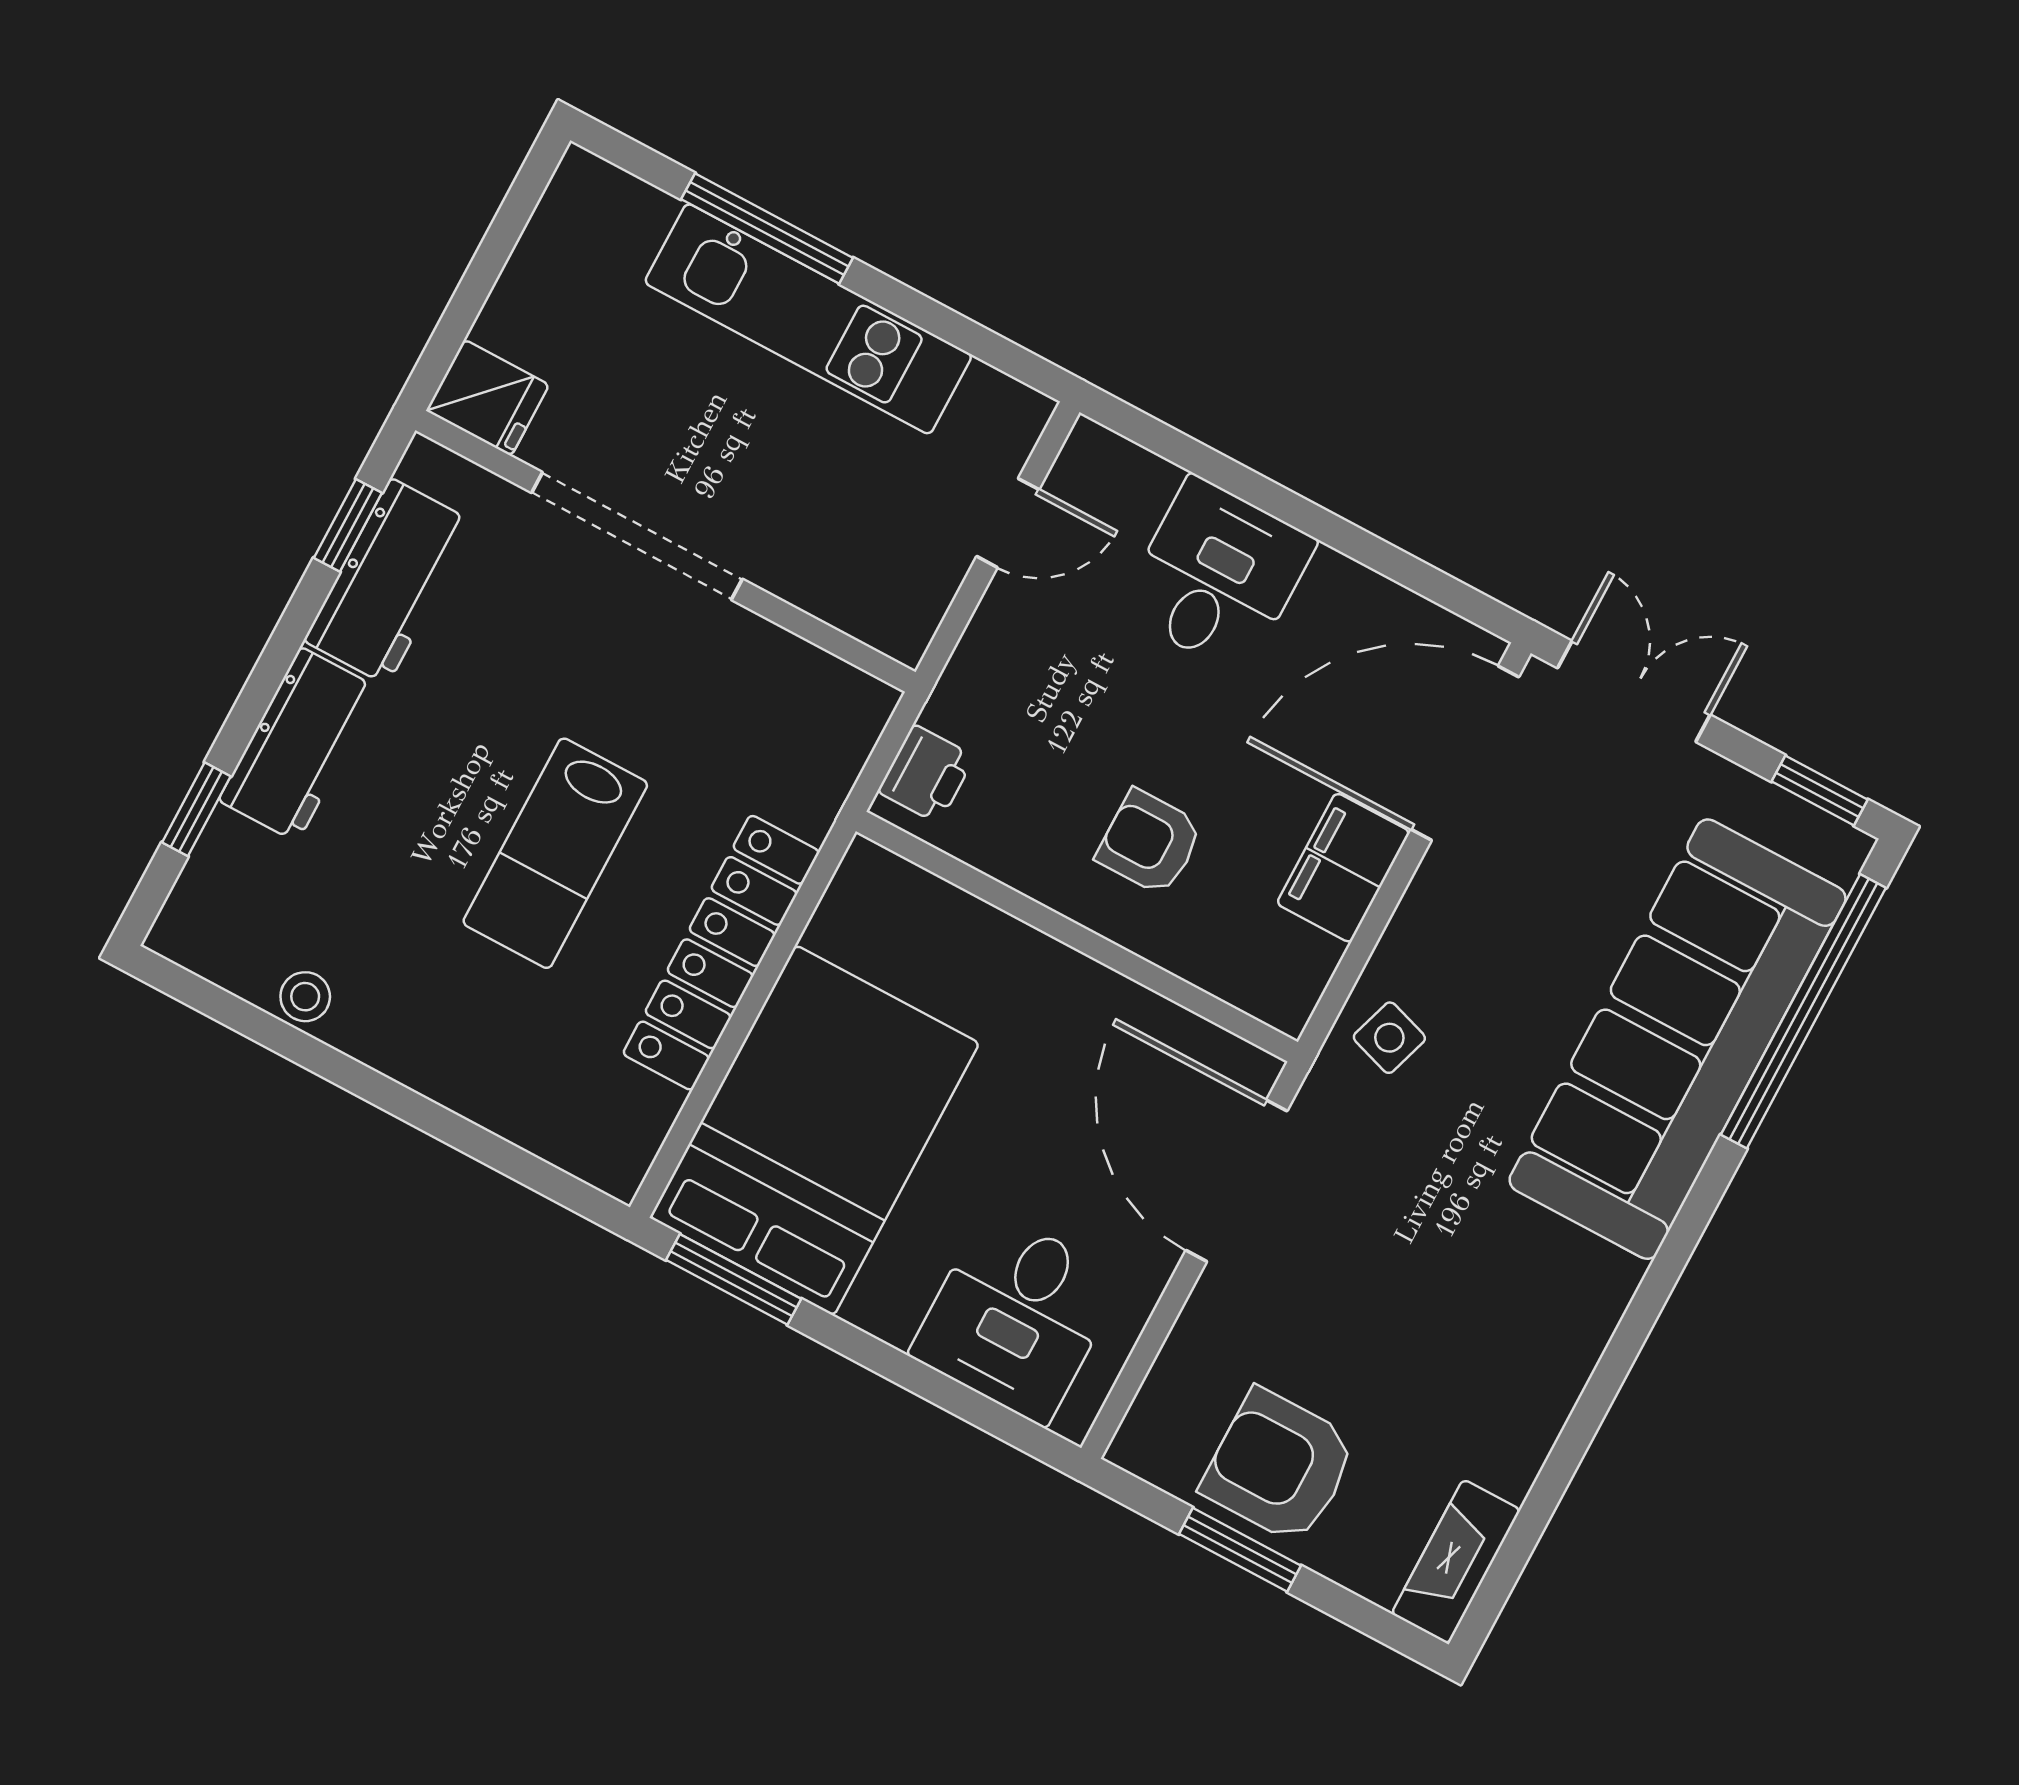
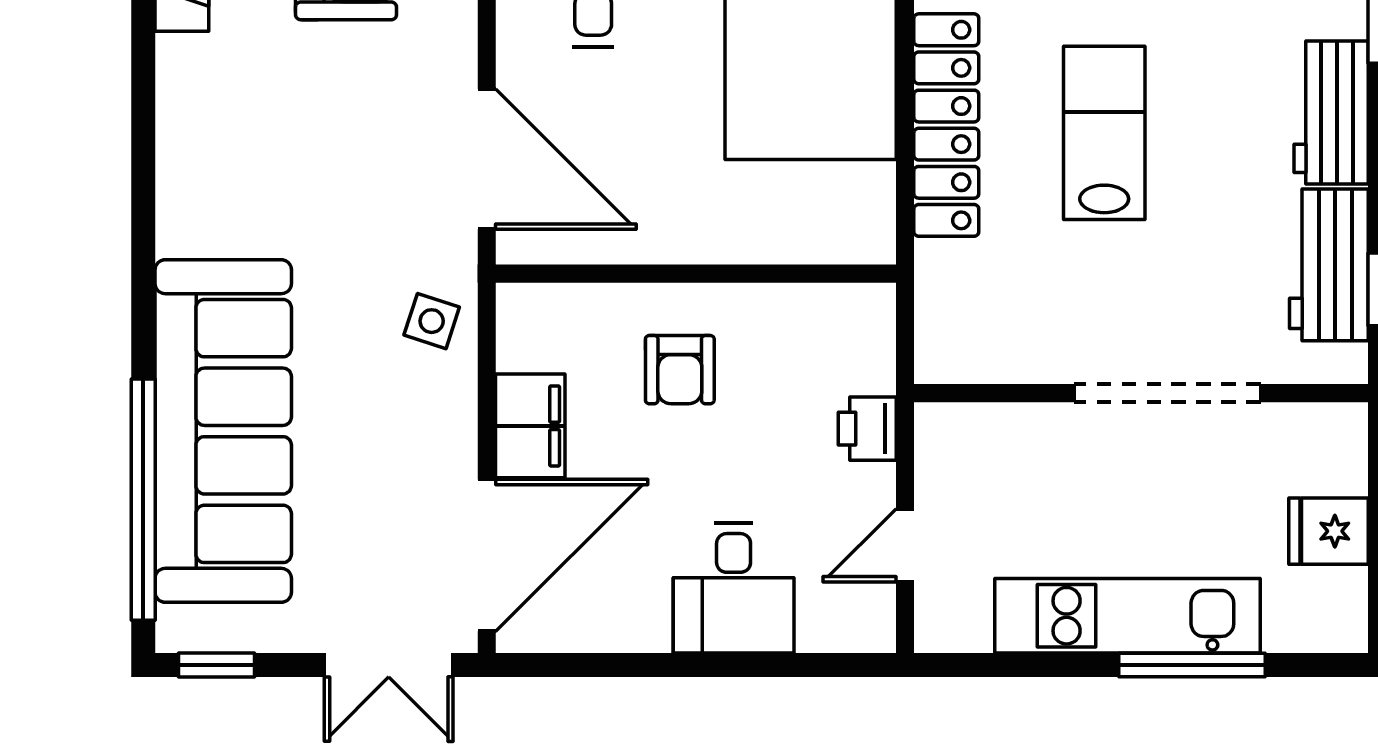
fridge: (488, 398) -> (1328, 531), moved
printer: (926, 774) -> (867, 429), moved
armchair: (1150, 842) -> (680, 370), turned 90

